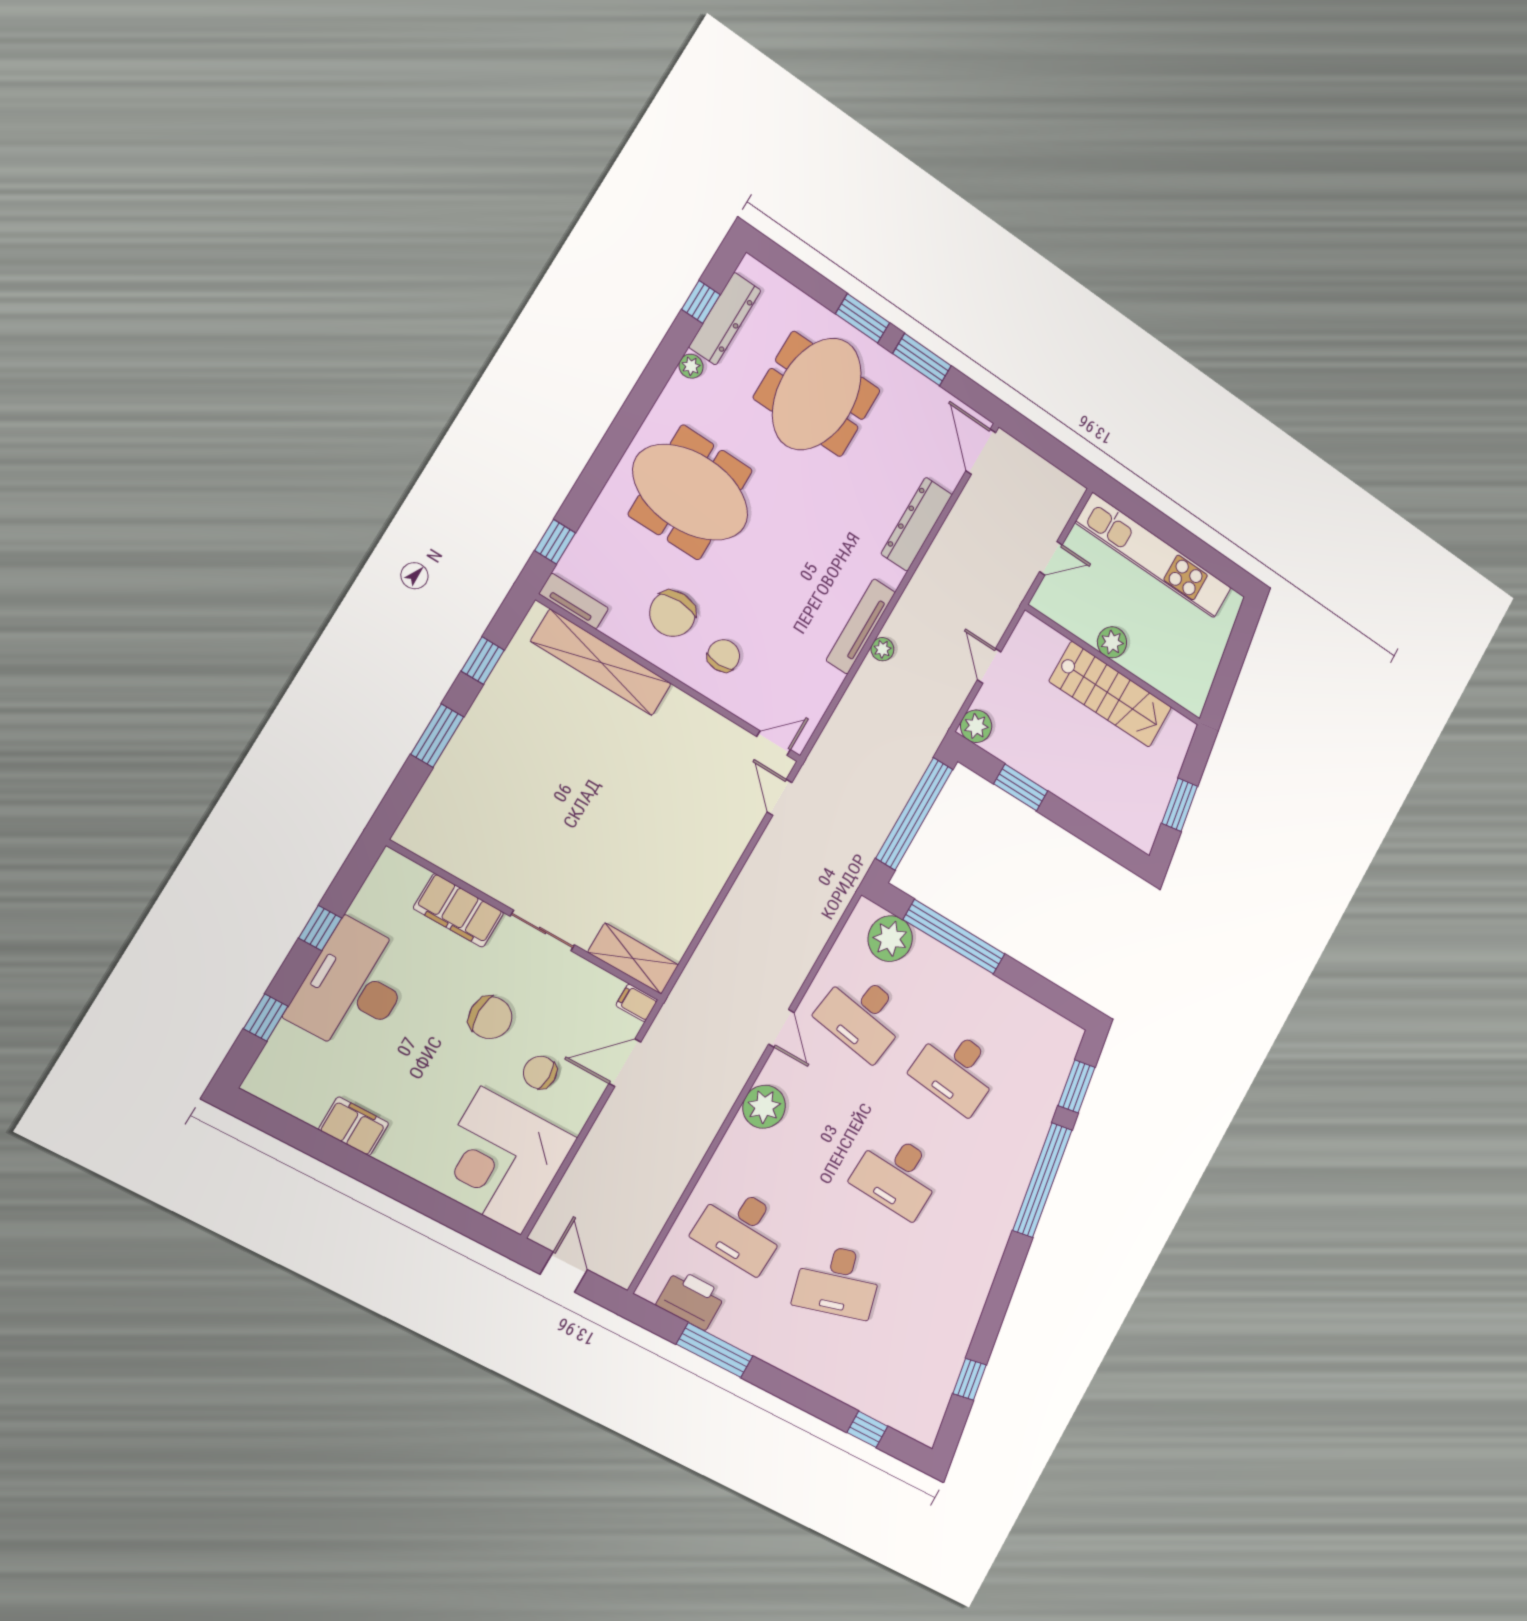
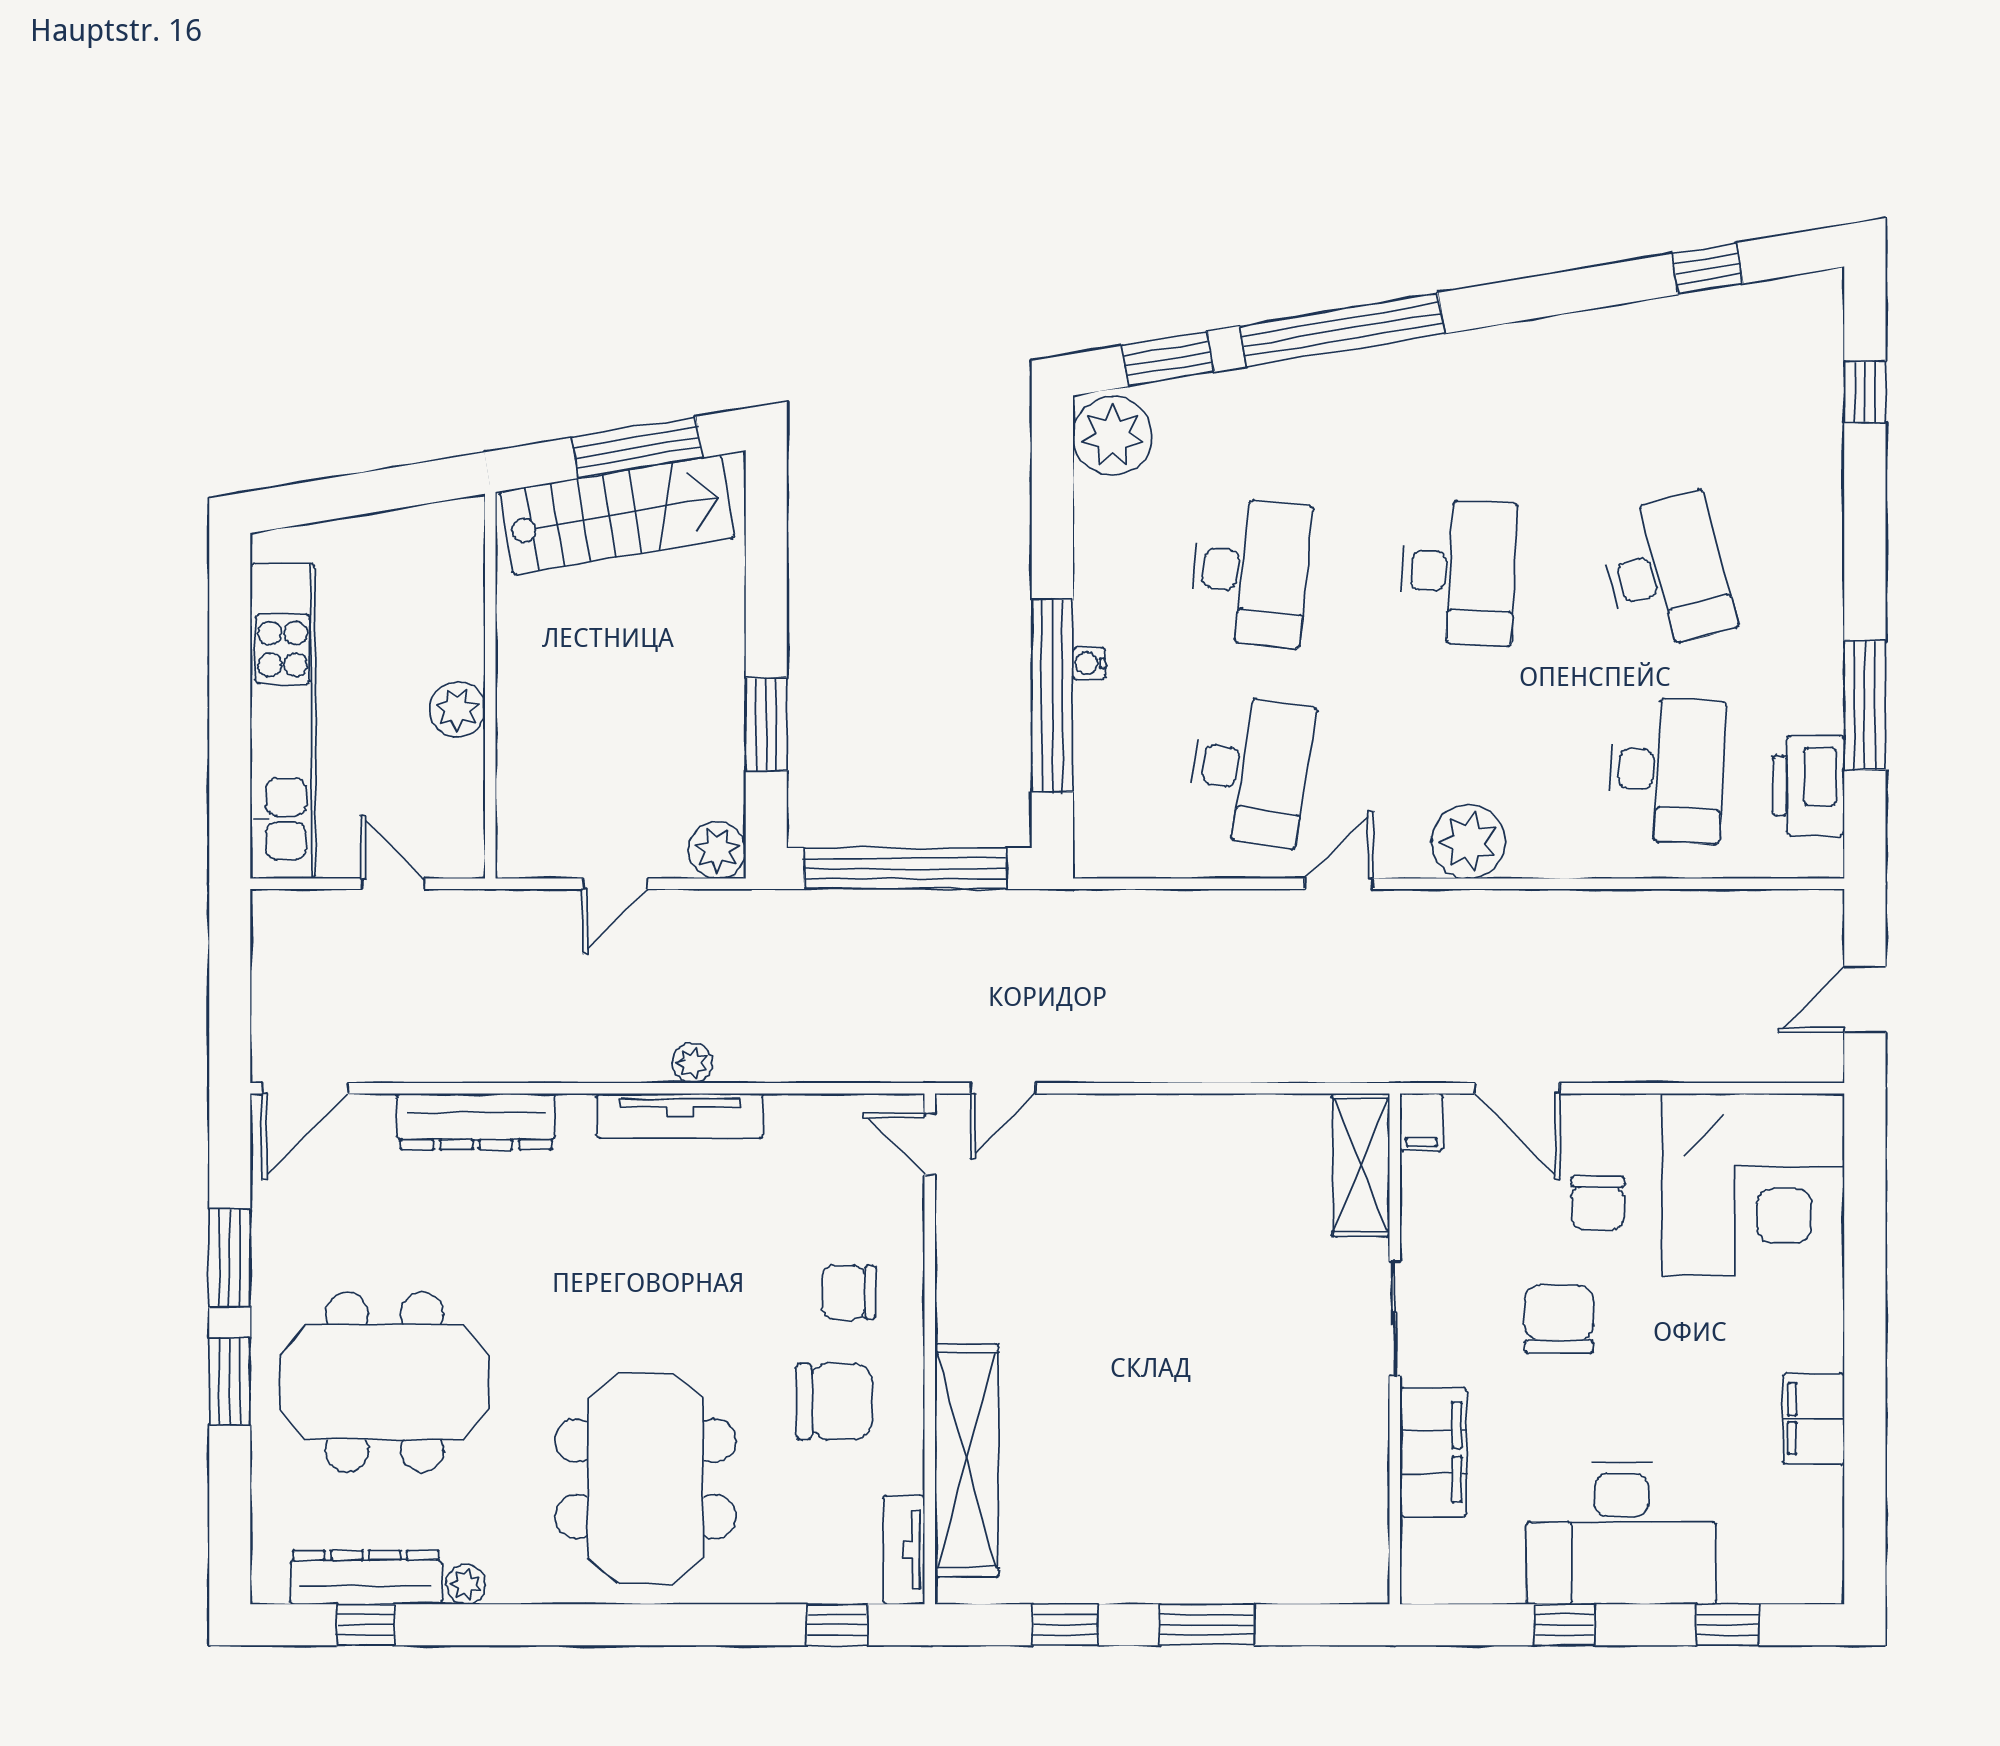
stairs: (1111, 694) -> (617, 515), moved, turned 81
window: (1180, 805) -> (637, 447), width x1.44
plant: (890, 939) -> (1112, 436), moved
water cooler: (959, 964) -> (1089, 663), added

